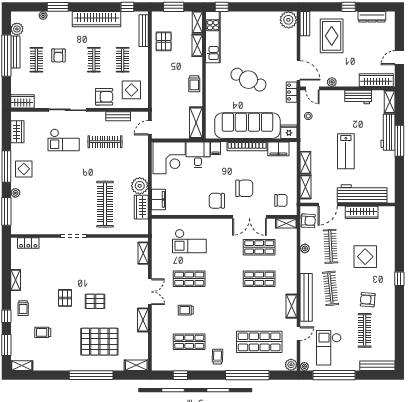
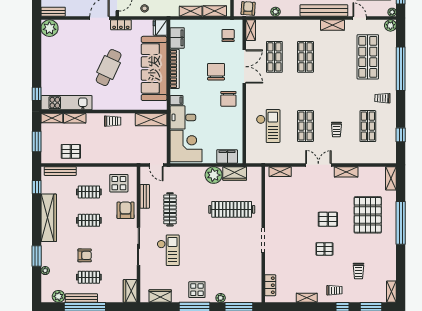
pallet: (95, 301) -> (328, 219), turned 90

